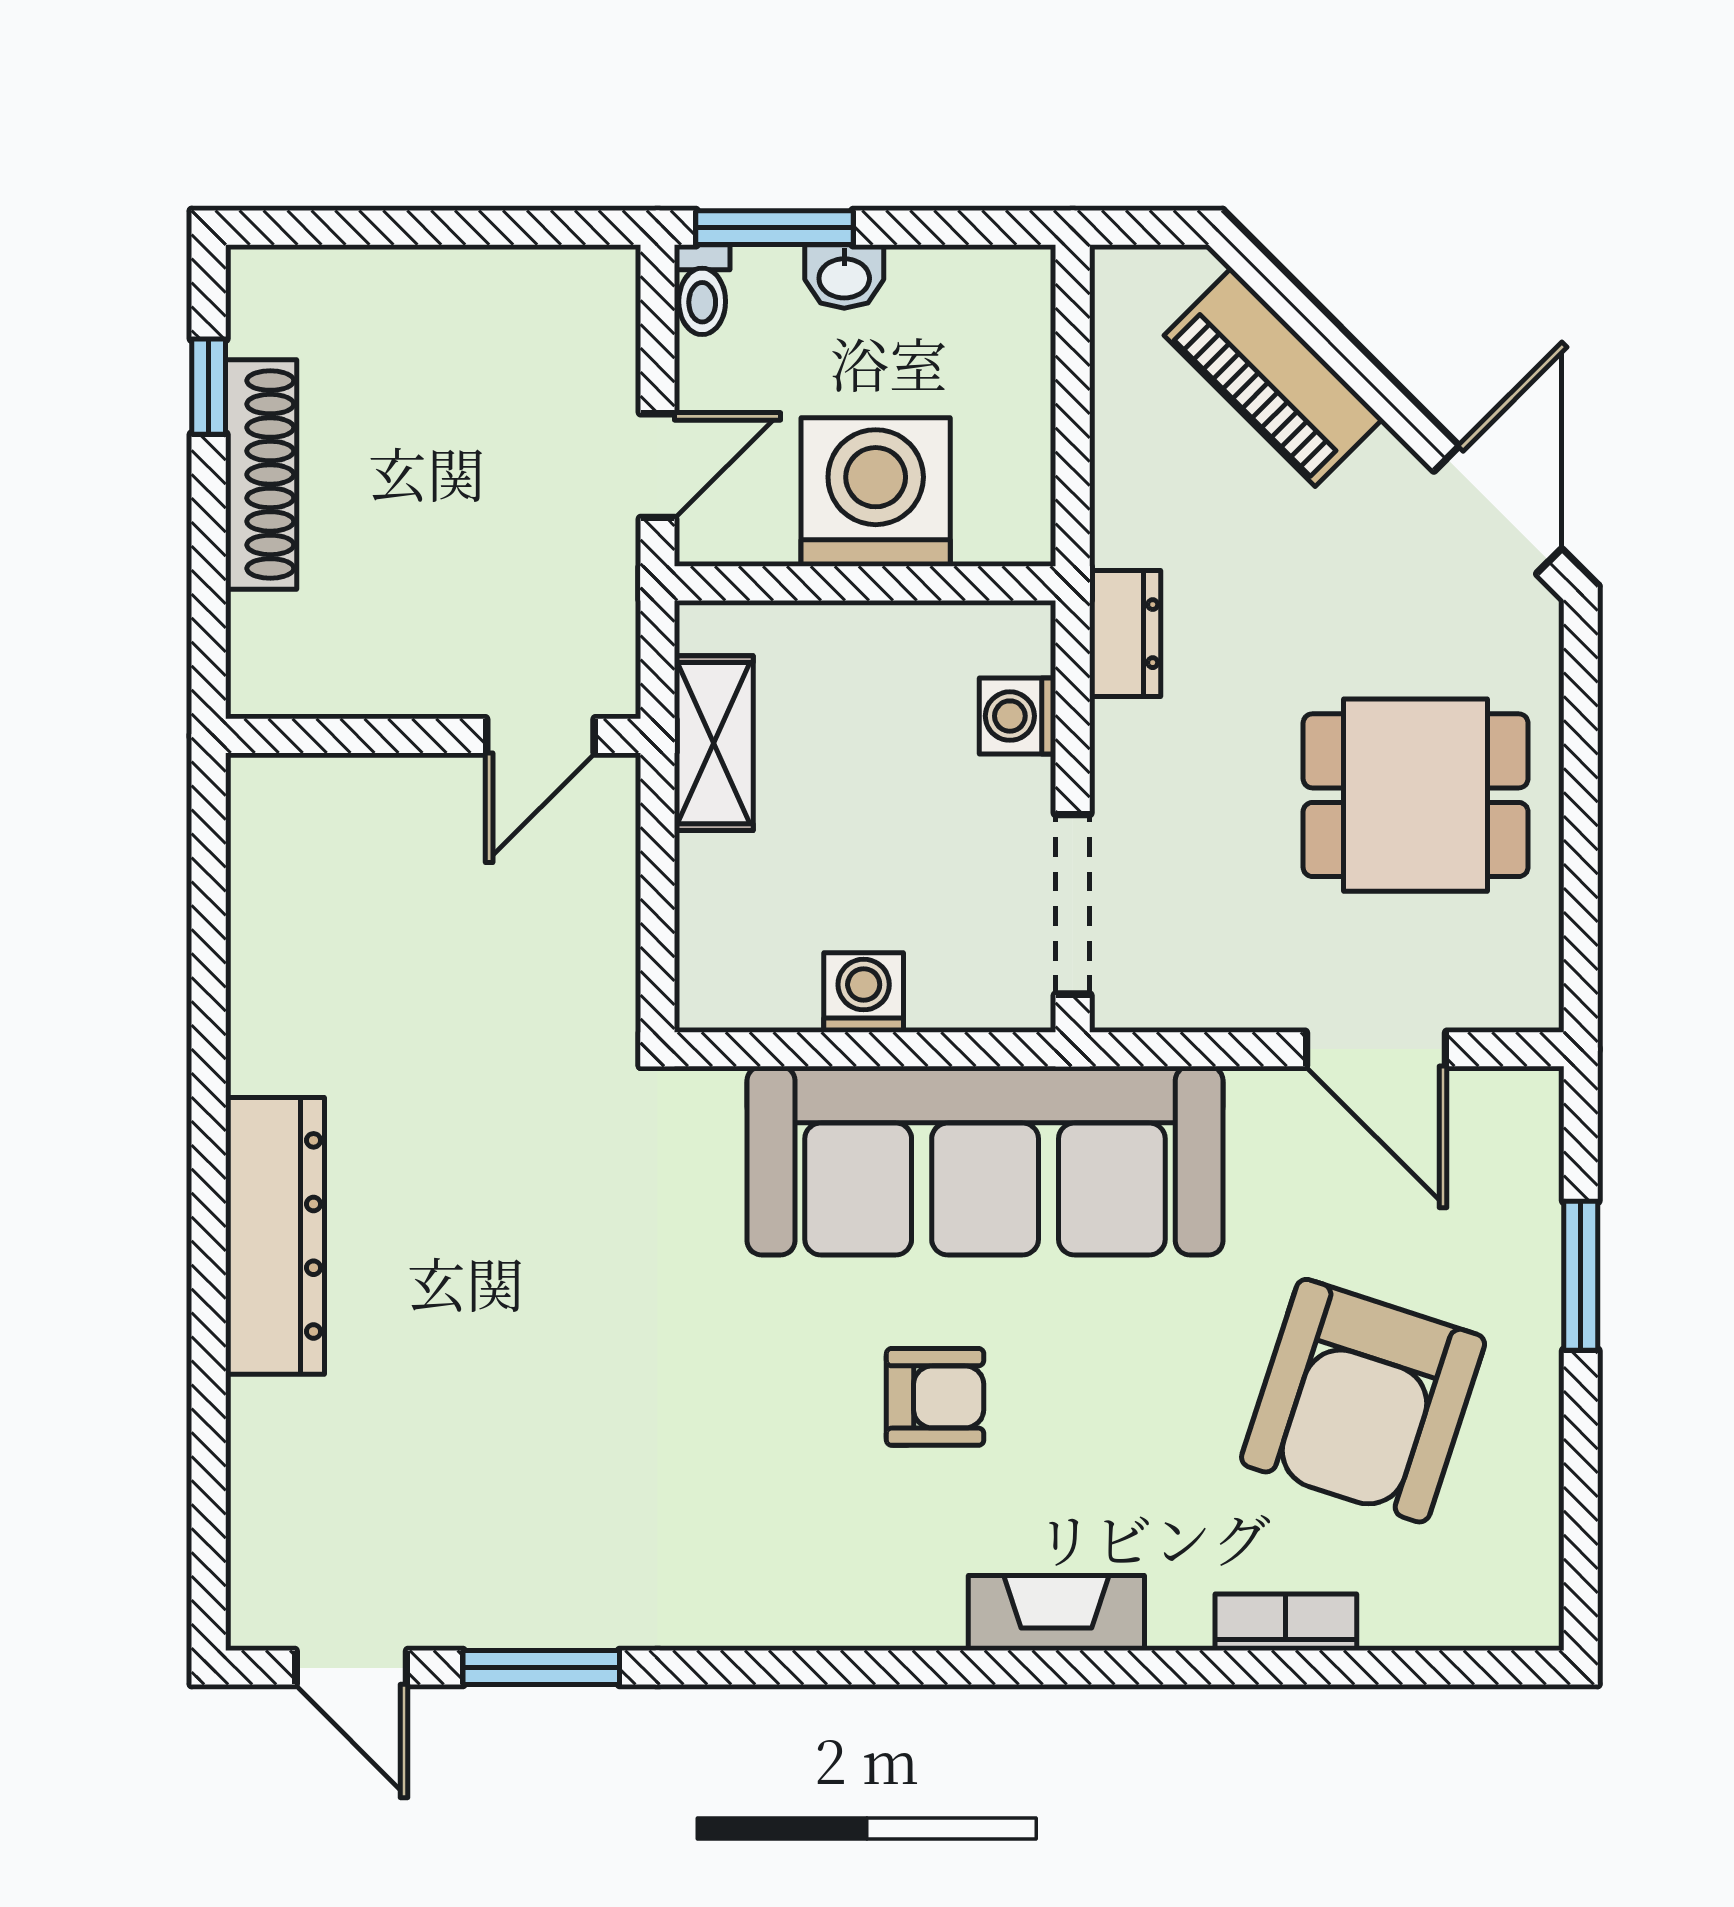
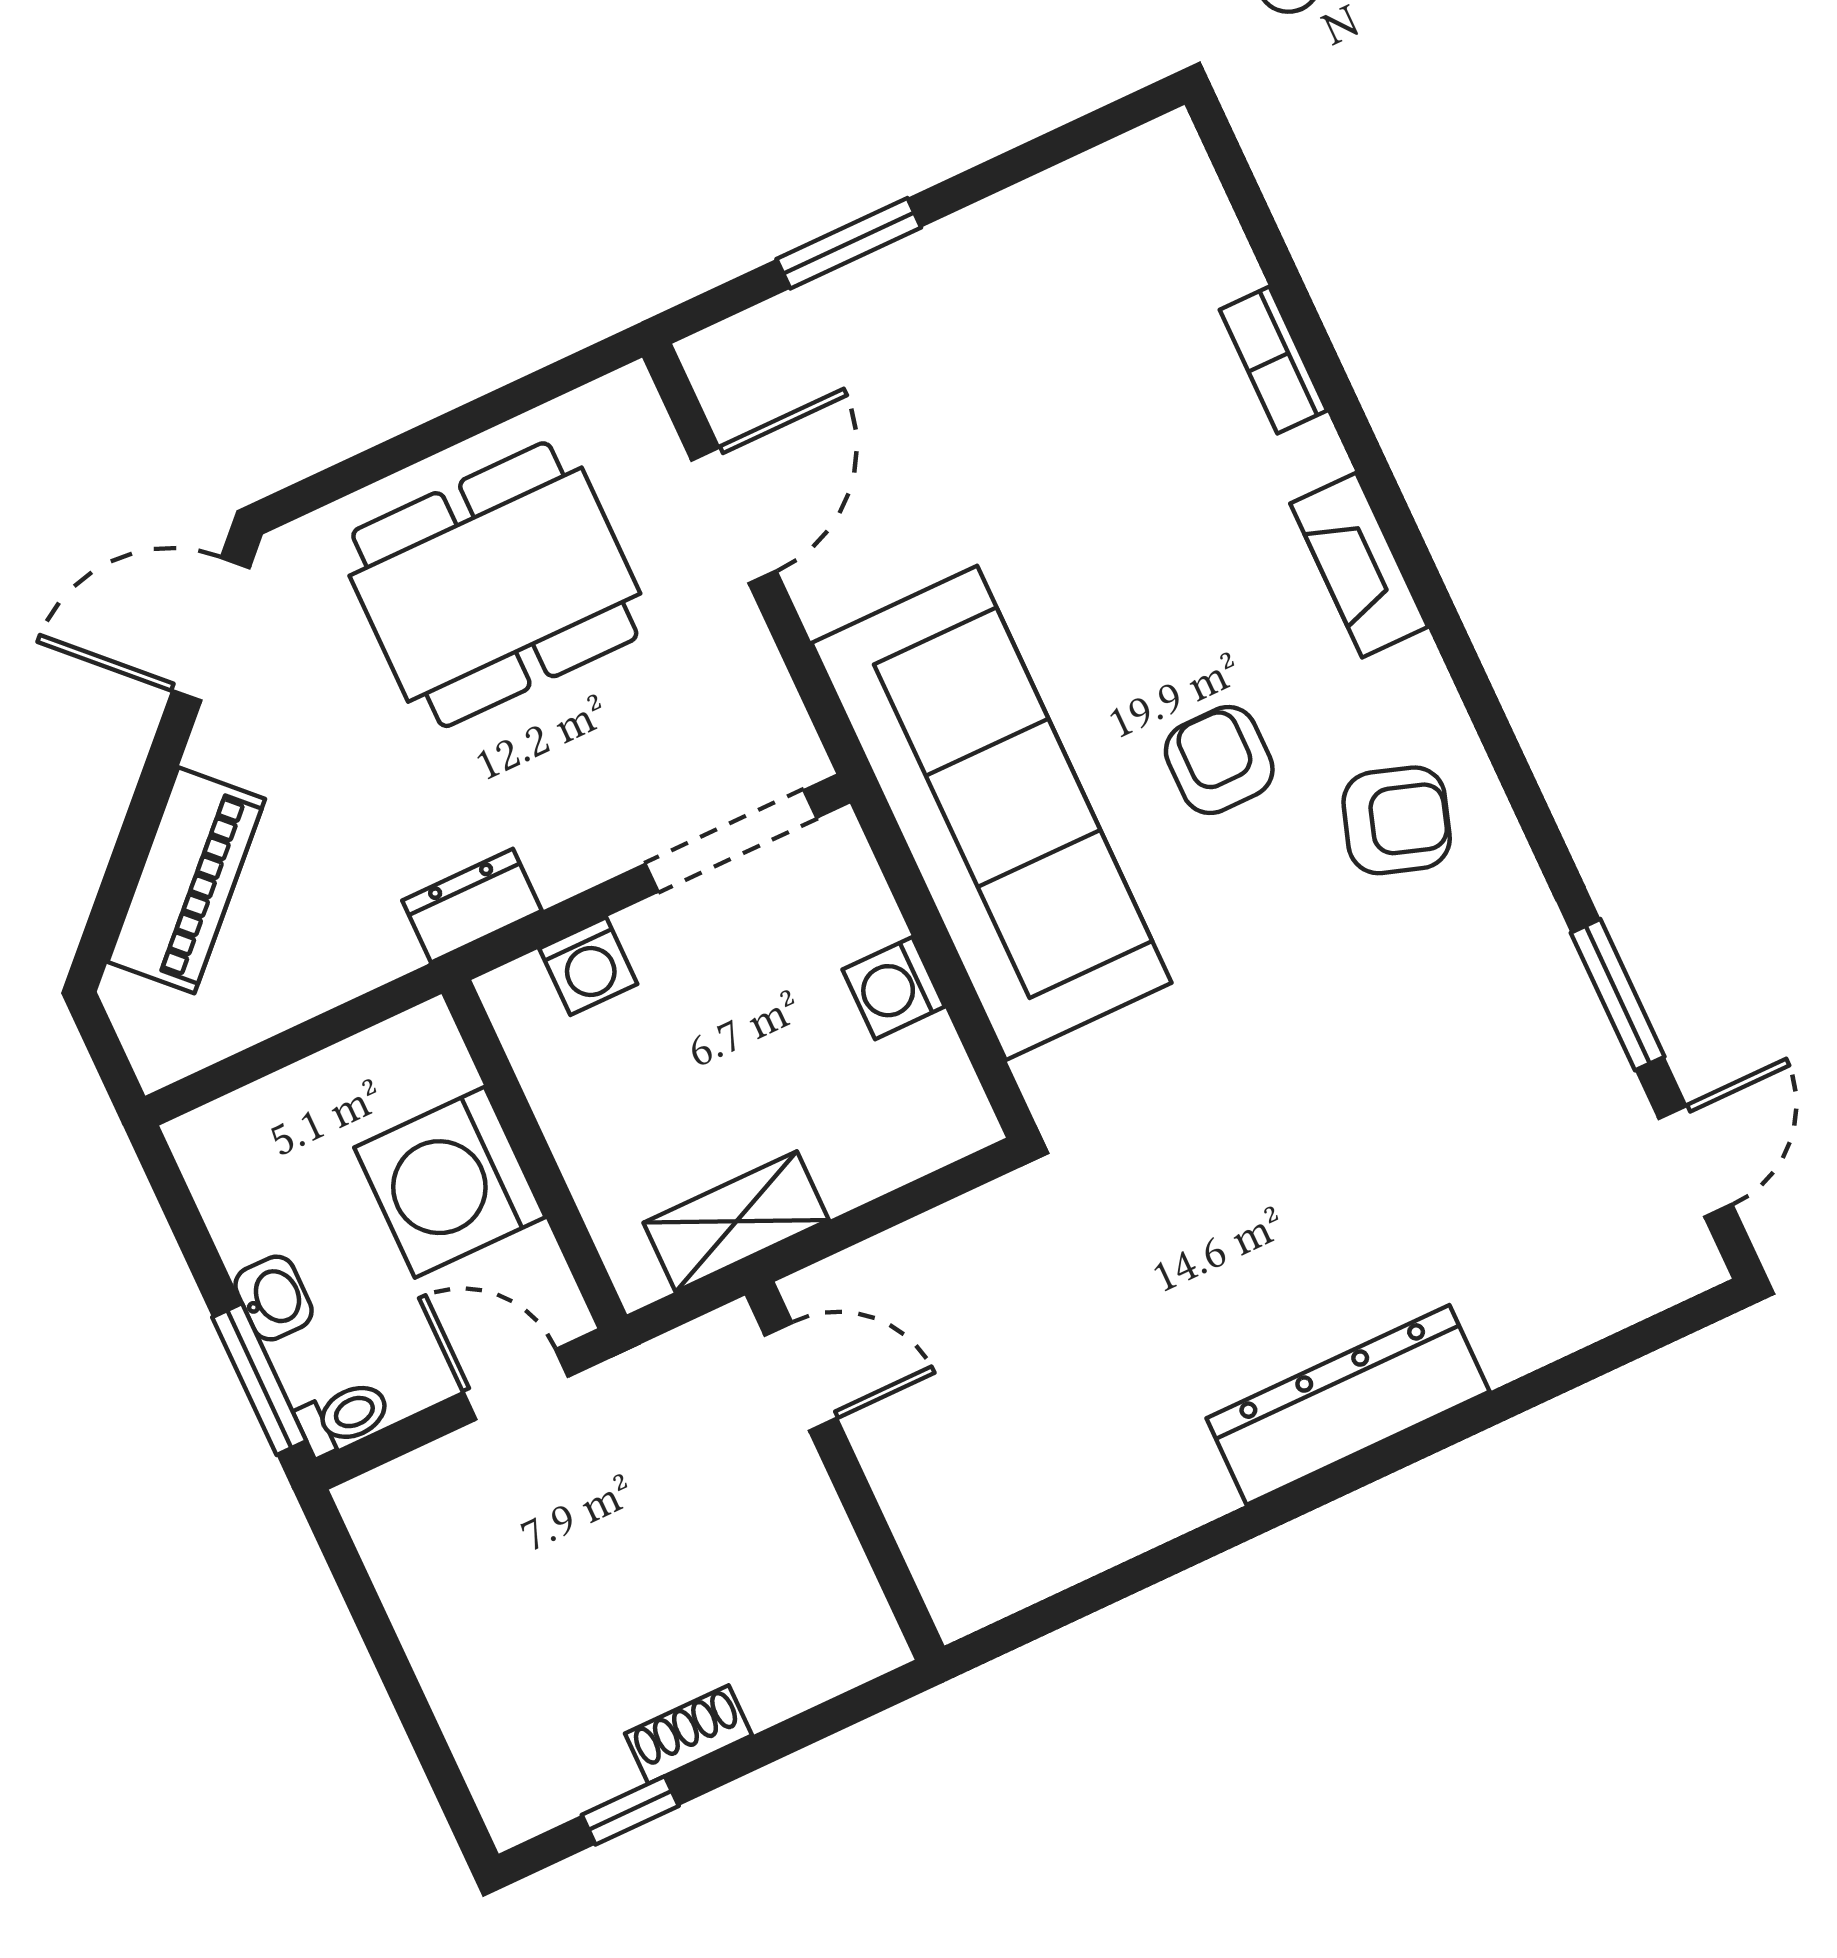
shoe rack: (261, 474) -> (689, 1734), width x0.51, depth x0.81
dining table: (1416, 795) -> (495, 585), width x1.37
armchair: (1363, 1401) -> (1397, 820), moved, width x0.53, depth x0.53

